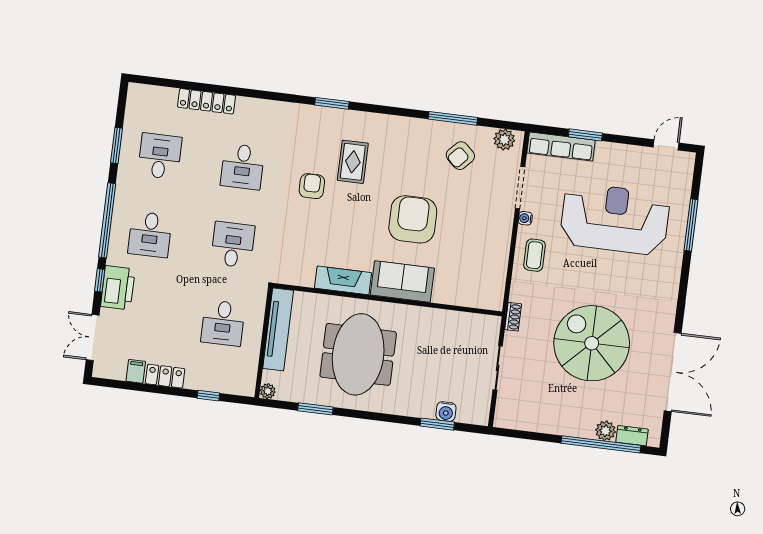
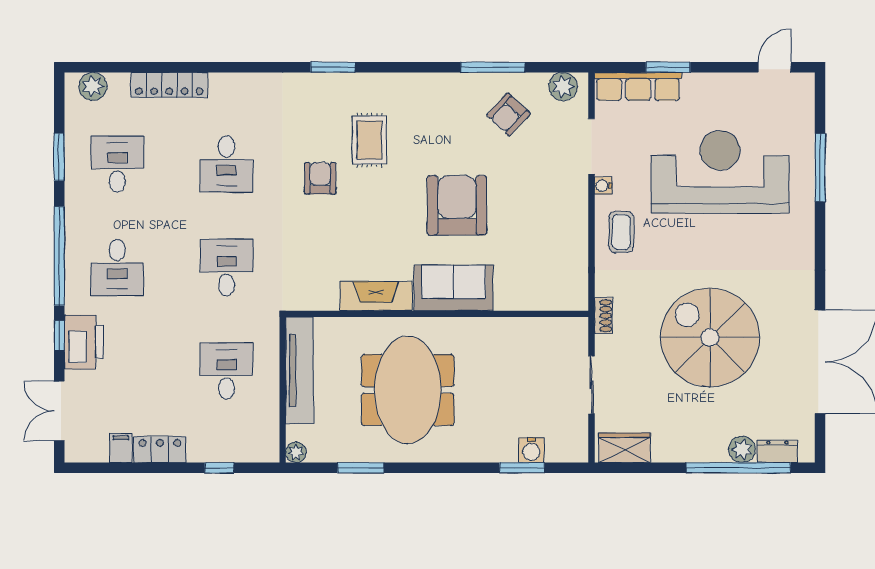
plant: (149, 95) -> (93, 86), added
desk: (223, 323) -> (227, 371), turned 180
wardrobe: (517, 419) -> (624, 448), added

